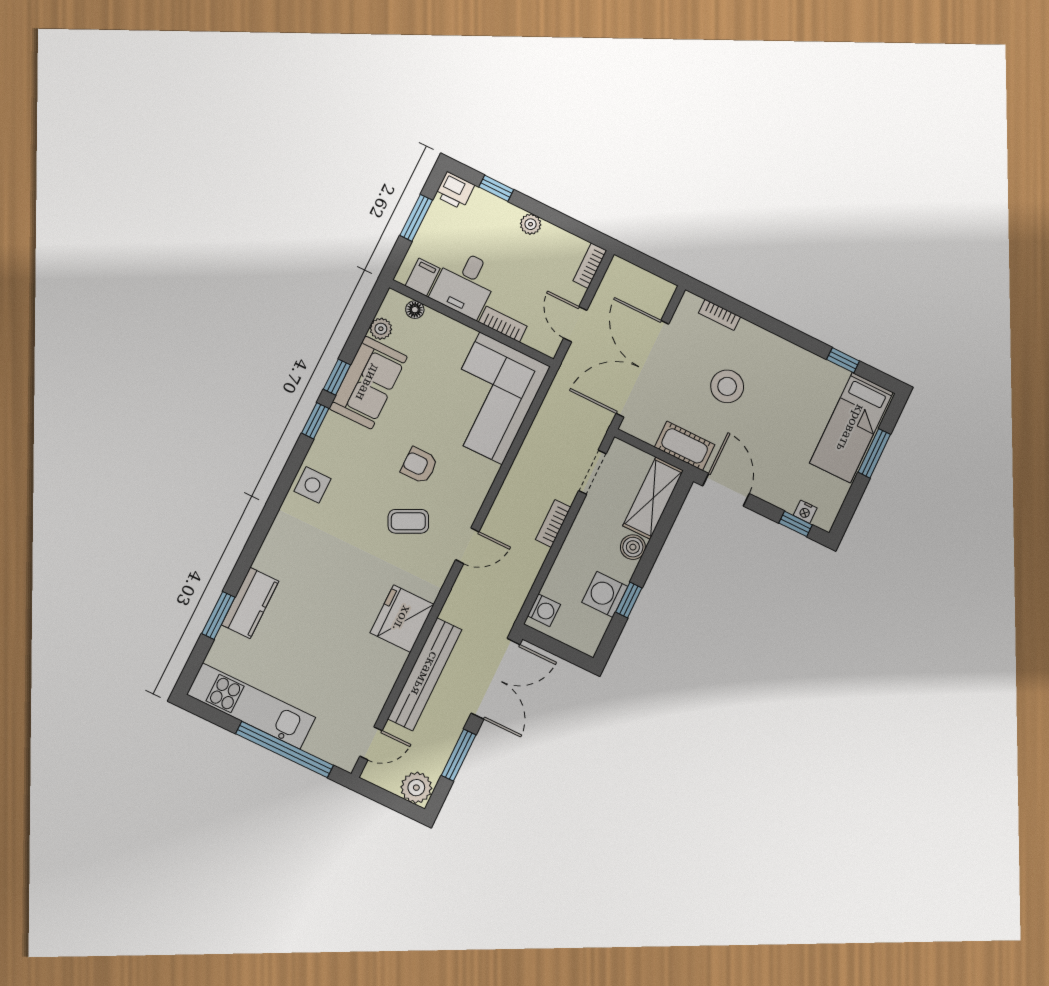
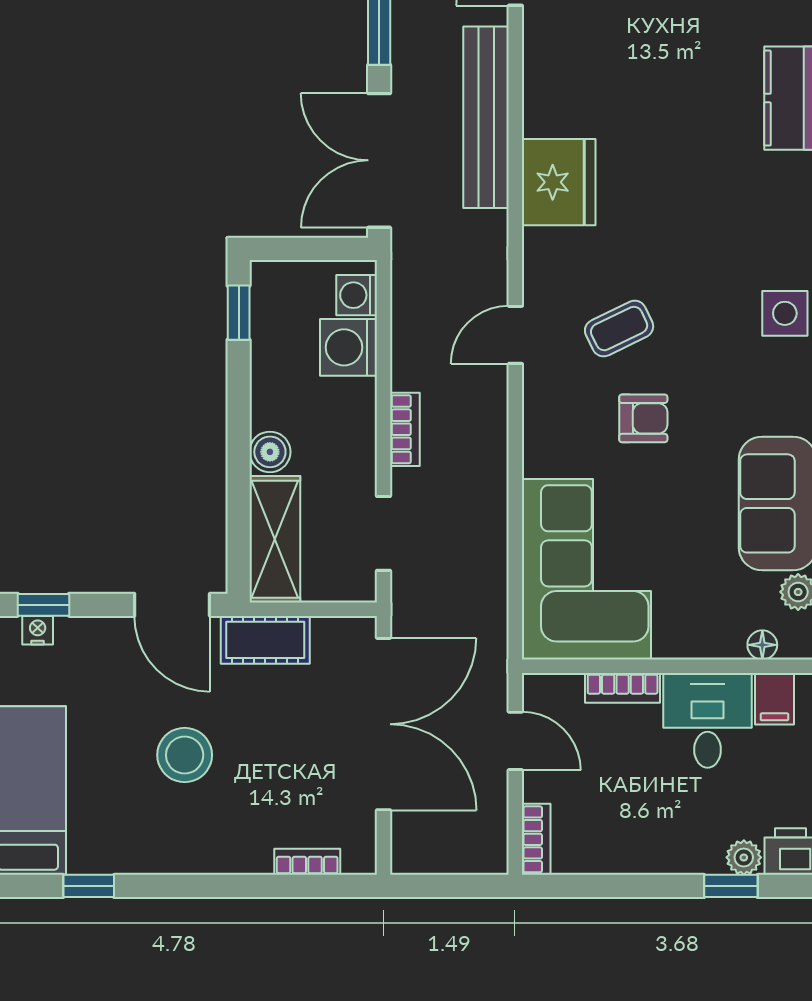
plant: (531, 224) -> (744, 857), moved
stool: (727, 386) -> (185, 755), moved
washing machine: (605, 594) -> (349, 347), moved, turned 180
window: (629, 600) -> (239, 313), moved

